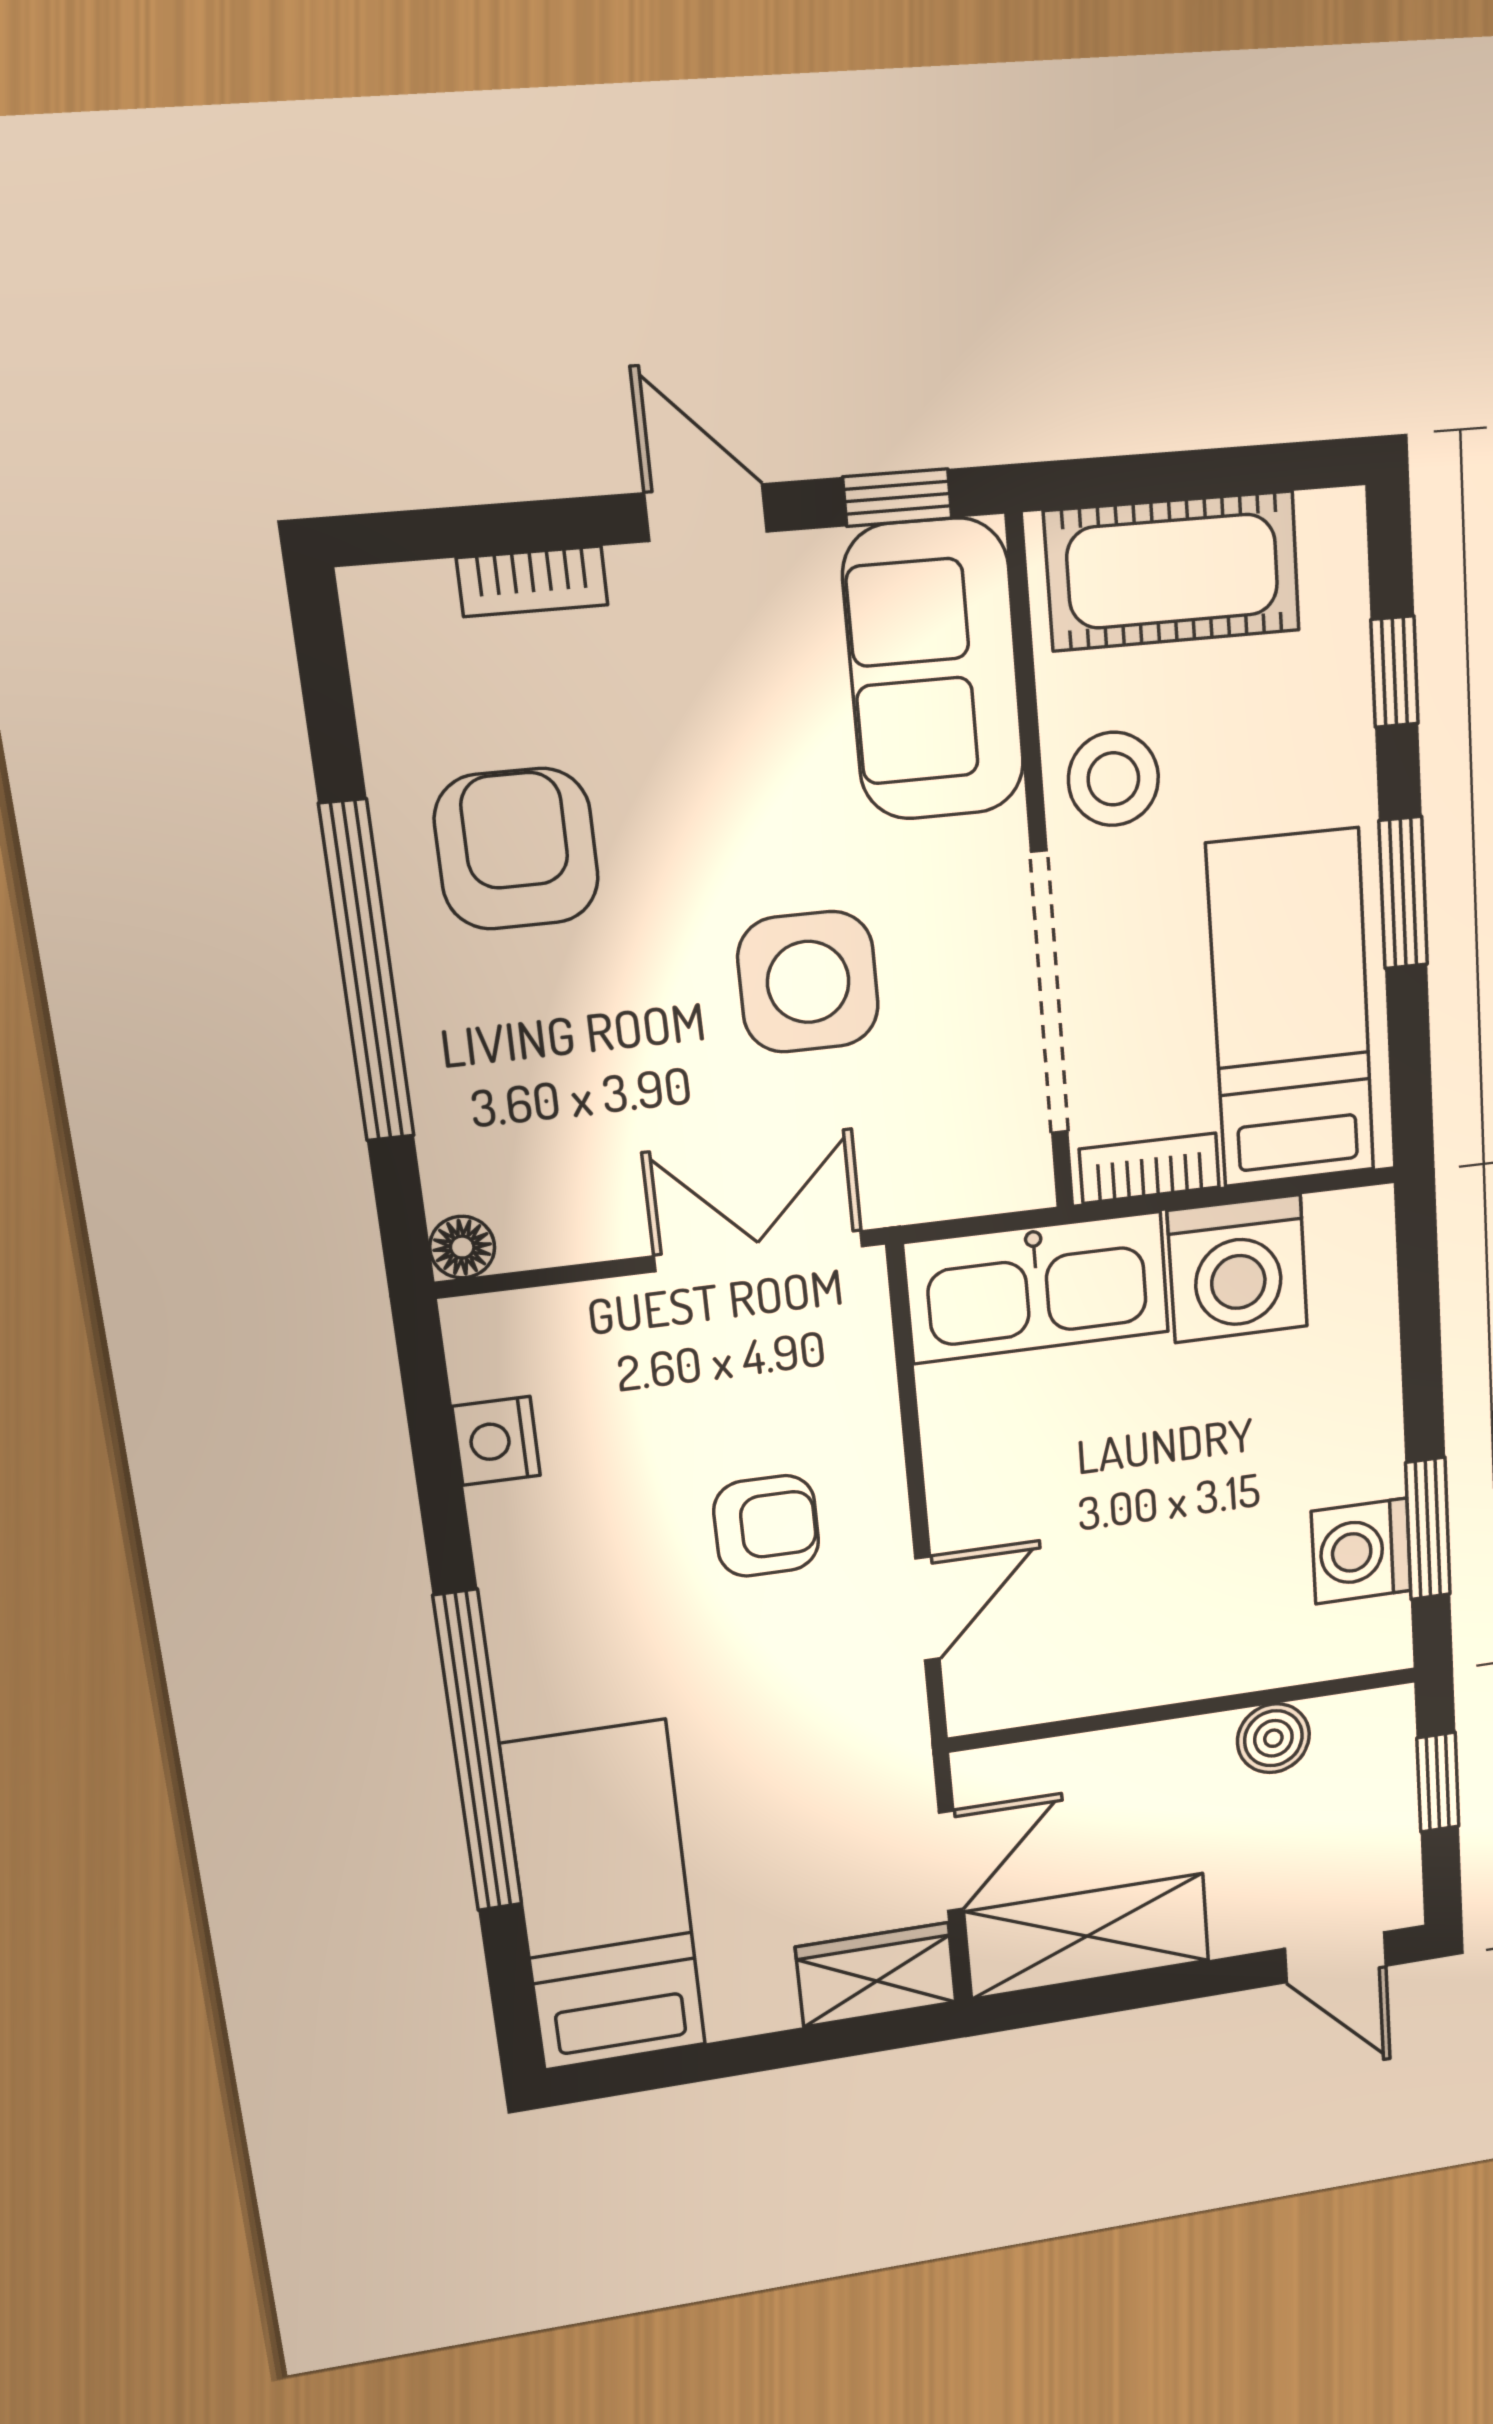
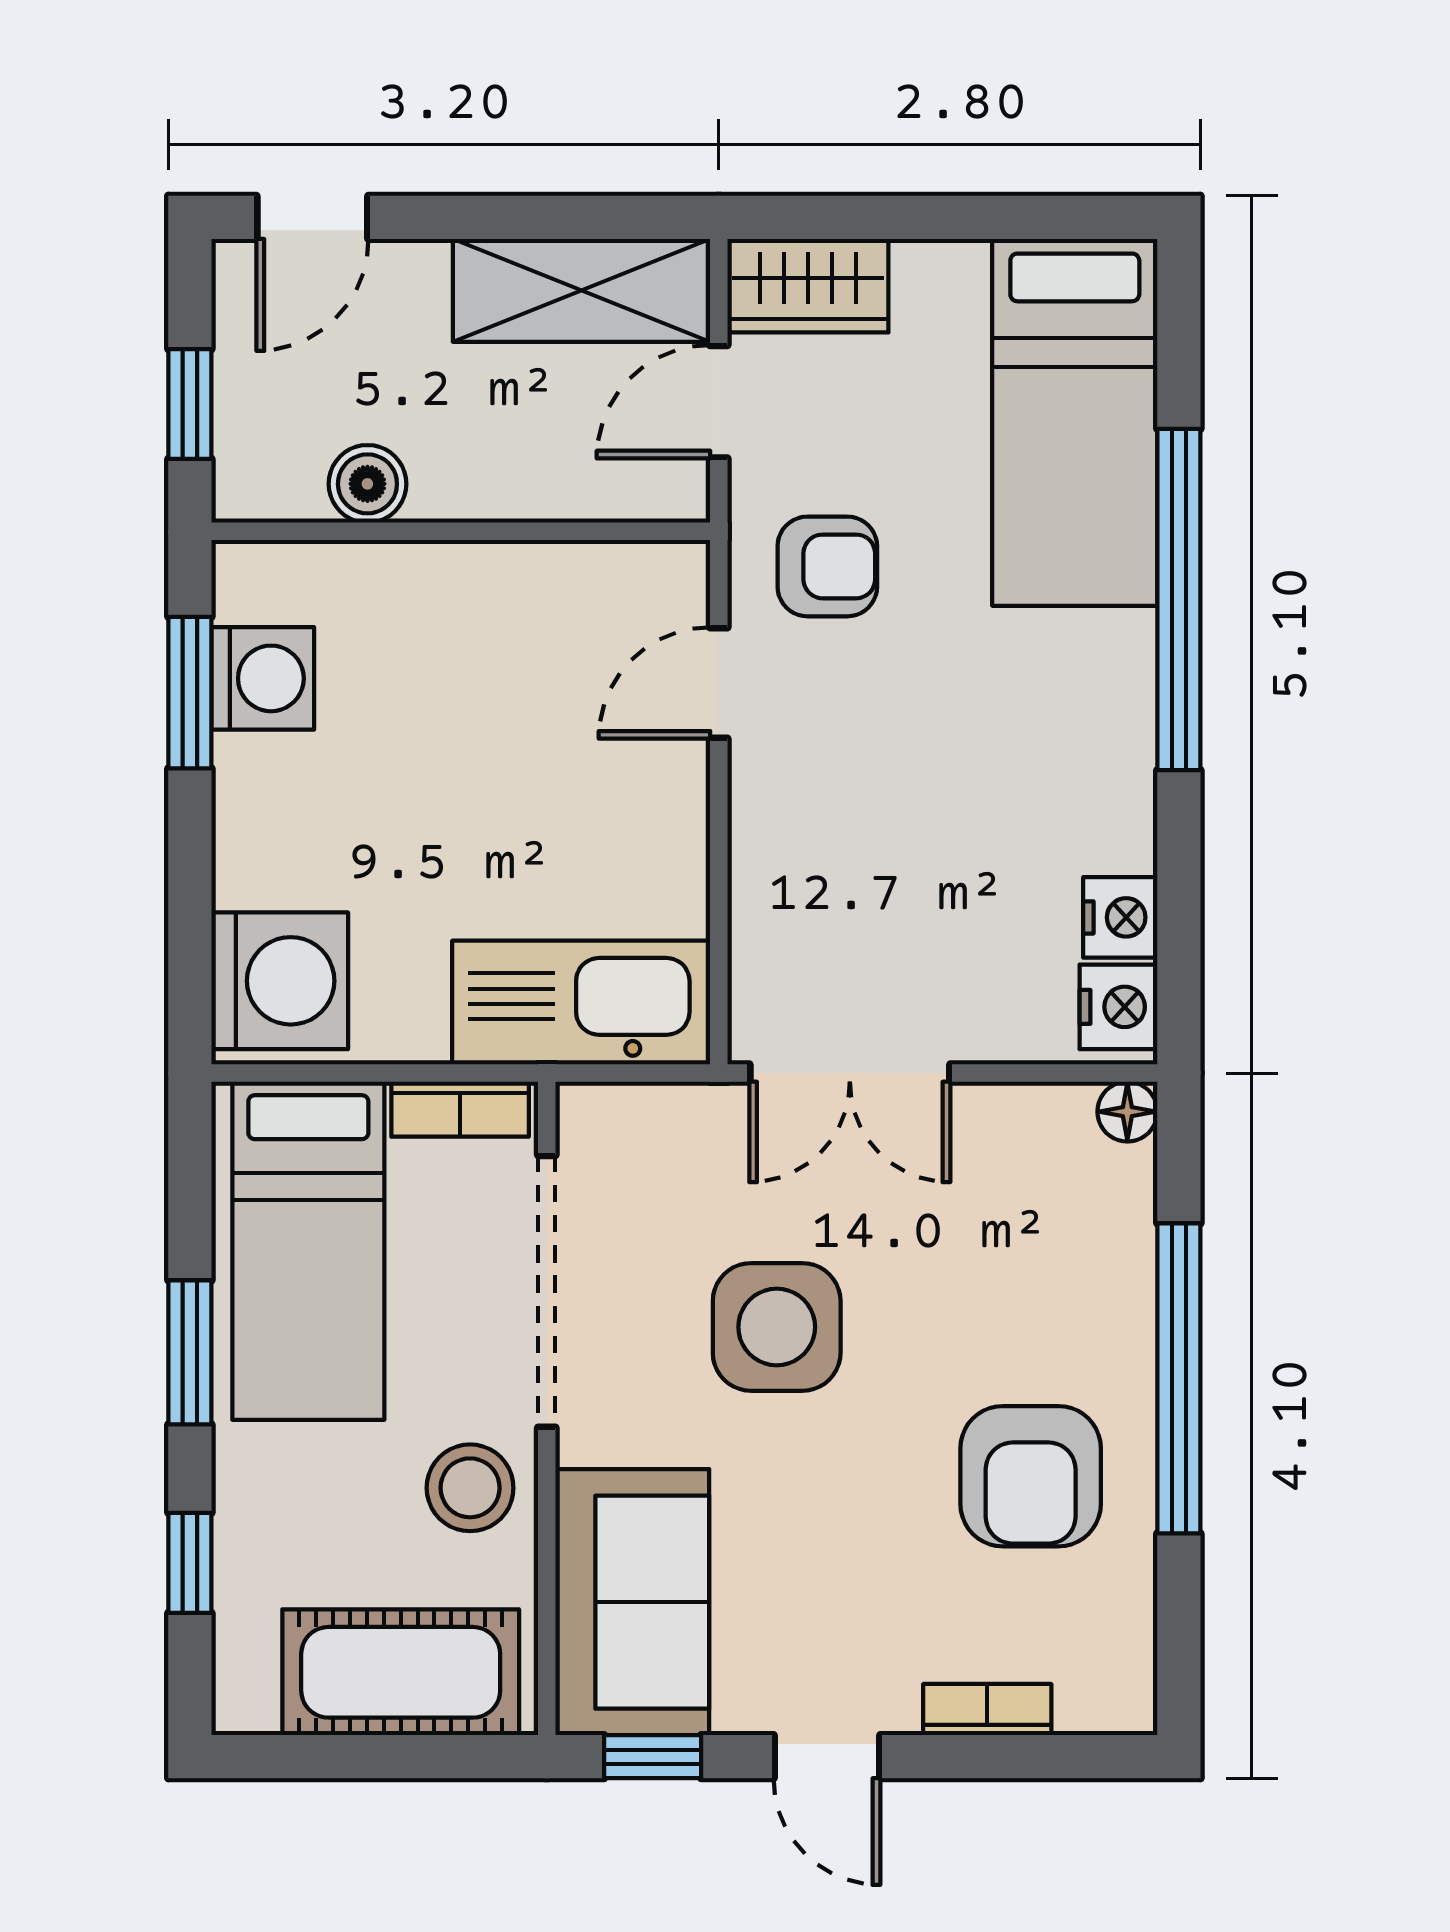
washing machine: (1238, 1269) -> (280, 981), moved, turned 90
nightstand: (486, 1352) -> (1118, 1007), added
armchair: (766, 1526) -> (827, 566), moved, turned 180
door: (1335, 1957) -> (312, 217), swing flipped

